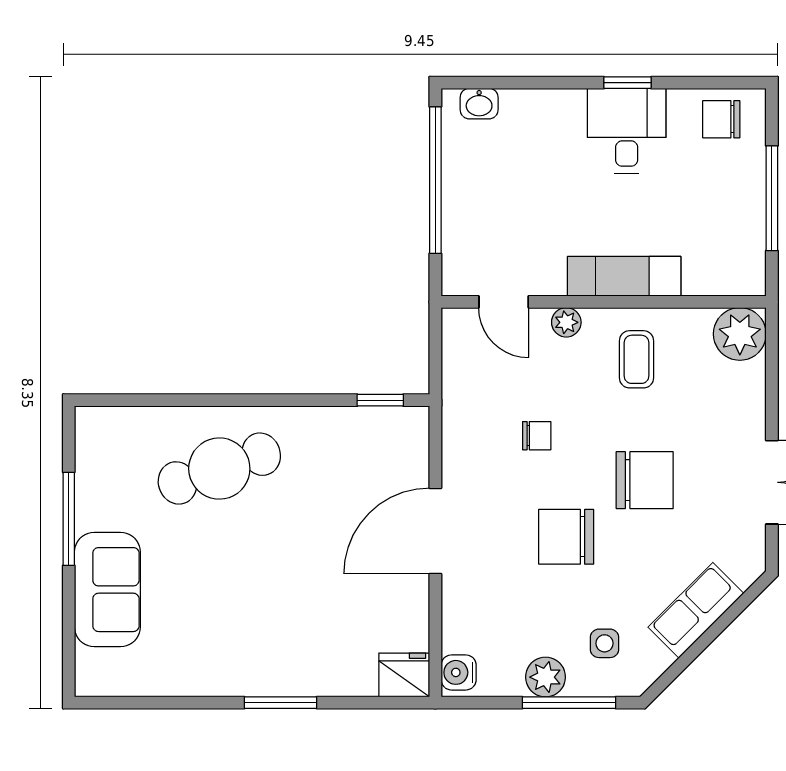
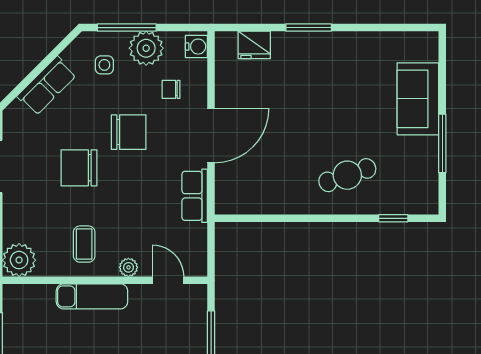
window: (380, 400) -> (393, 218), moved
row of seats: (461, 436) -> (195, 196), added
chair: (537, 436) -> (171, 89), moved
cafe table: (219, 469) -> (347, 175), width x0.73, depth x0.74
fridge: (404, 675) -> (254, 45), moved
plant: (546, 677) -> (146, 48), width x1.36, depth x1.36

